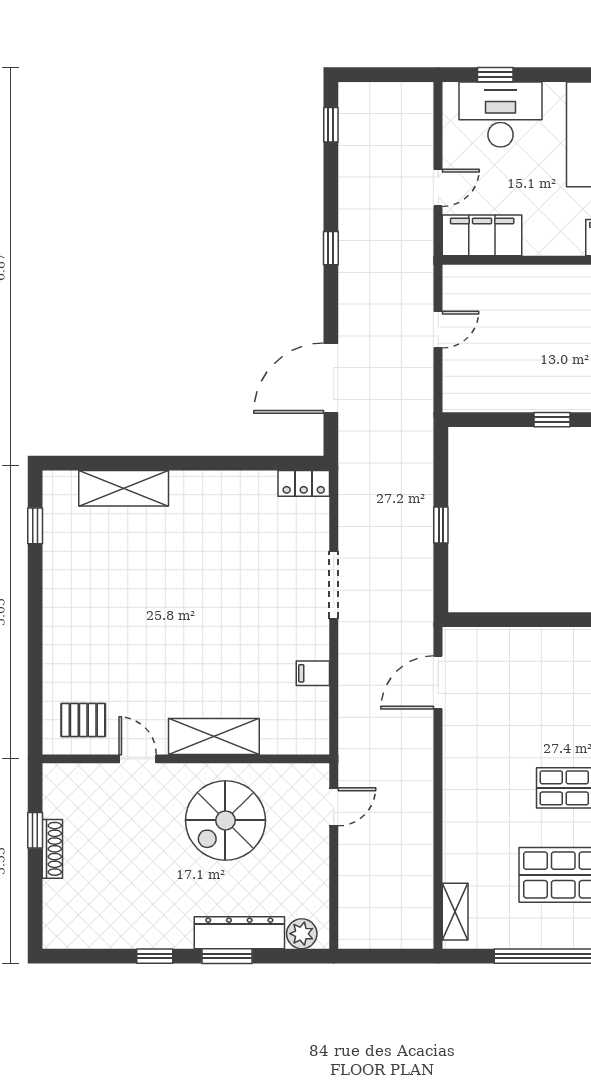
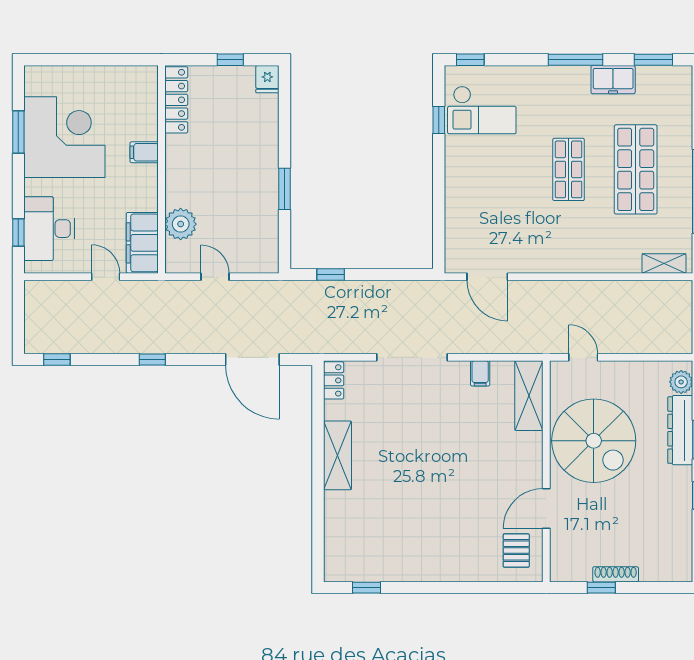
plant: (506, 285) -> (181, 224), added
window: (552, 420) -> (285, 189), width x1.50
shelving: (124, 488) -> (337, 455), moved
window: (441, 525) -> (331, 275), moved
doorway: (334, 585) -> (412, 357), width x1.36
shelving: (214, 736) -> (529, 396), moved
door: (138, 759) -> (546, 508), width x1.38
spiral stairs: (225, 820) -> (594, 441), width x1.37, depth x1.37

